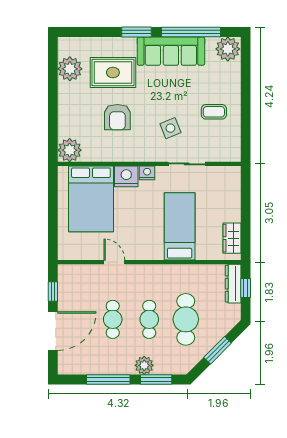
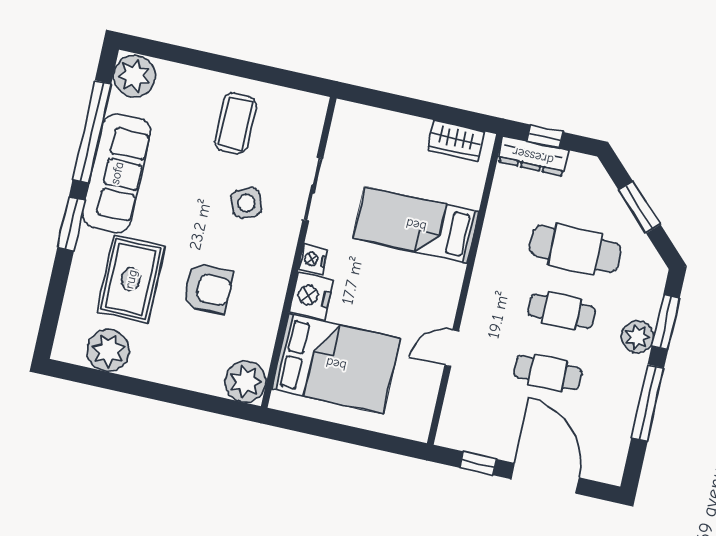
coffee table: (214, 112) -> (235, 123), width x1.36, depth x1.30

